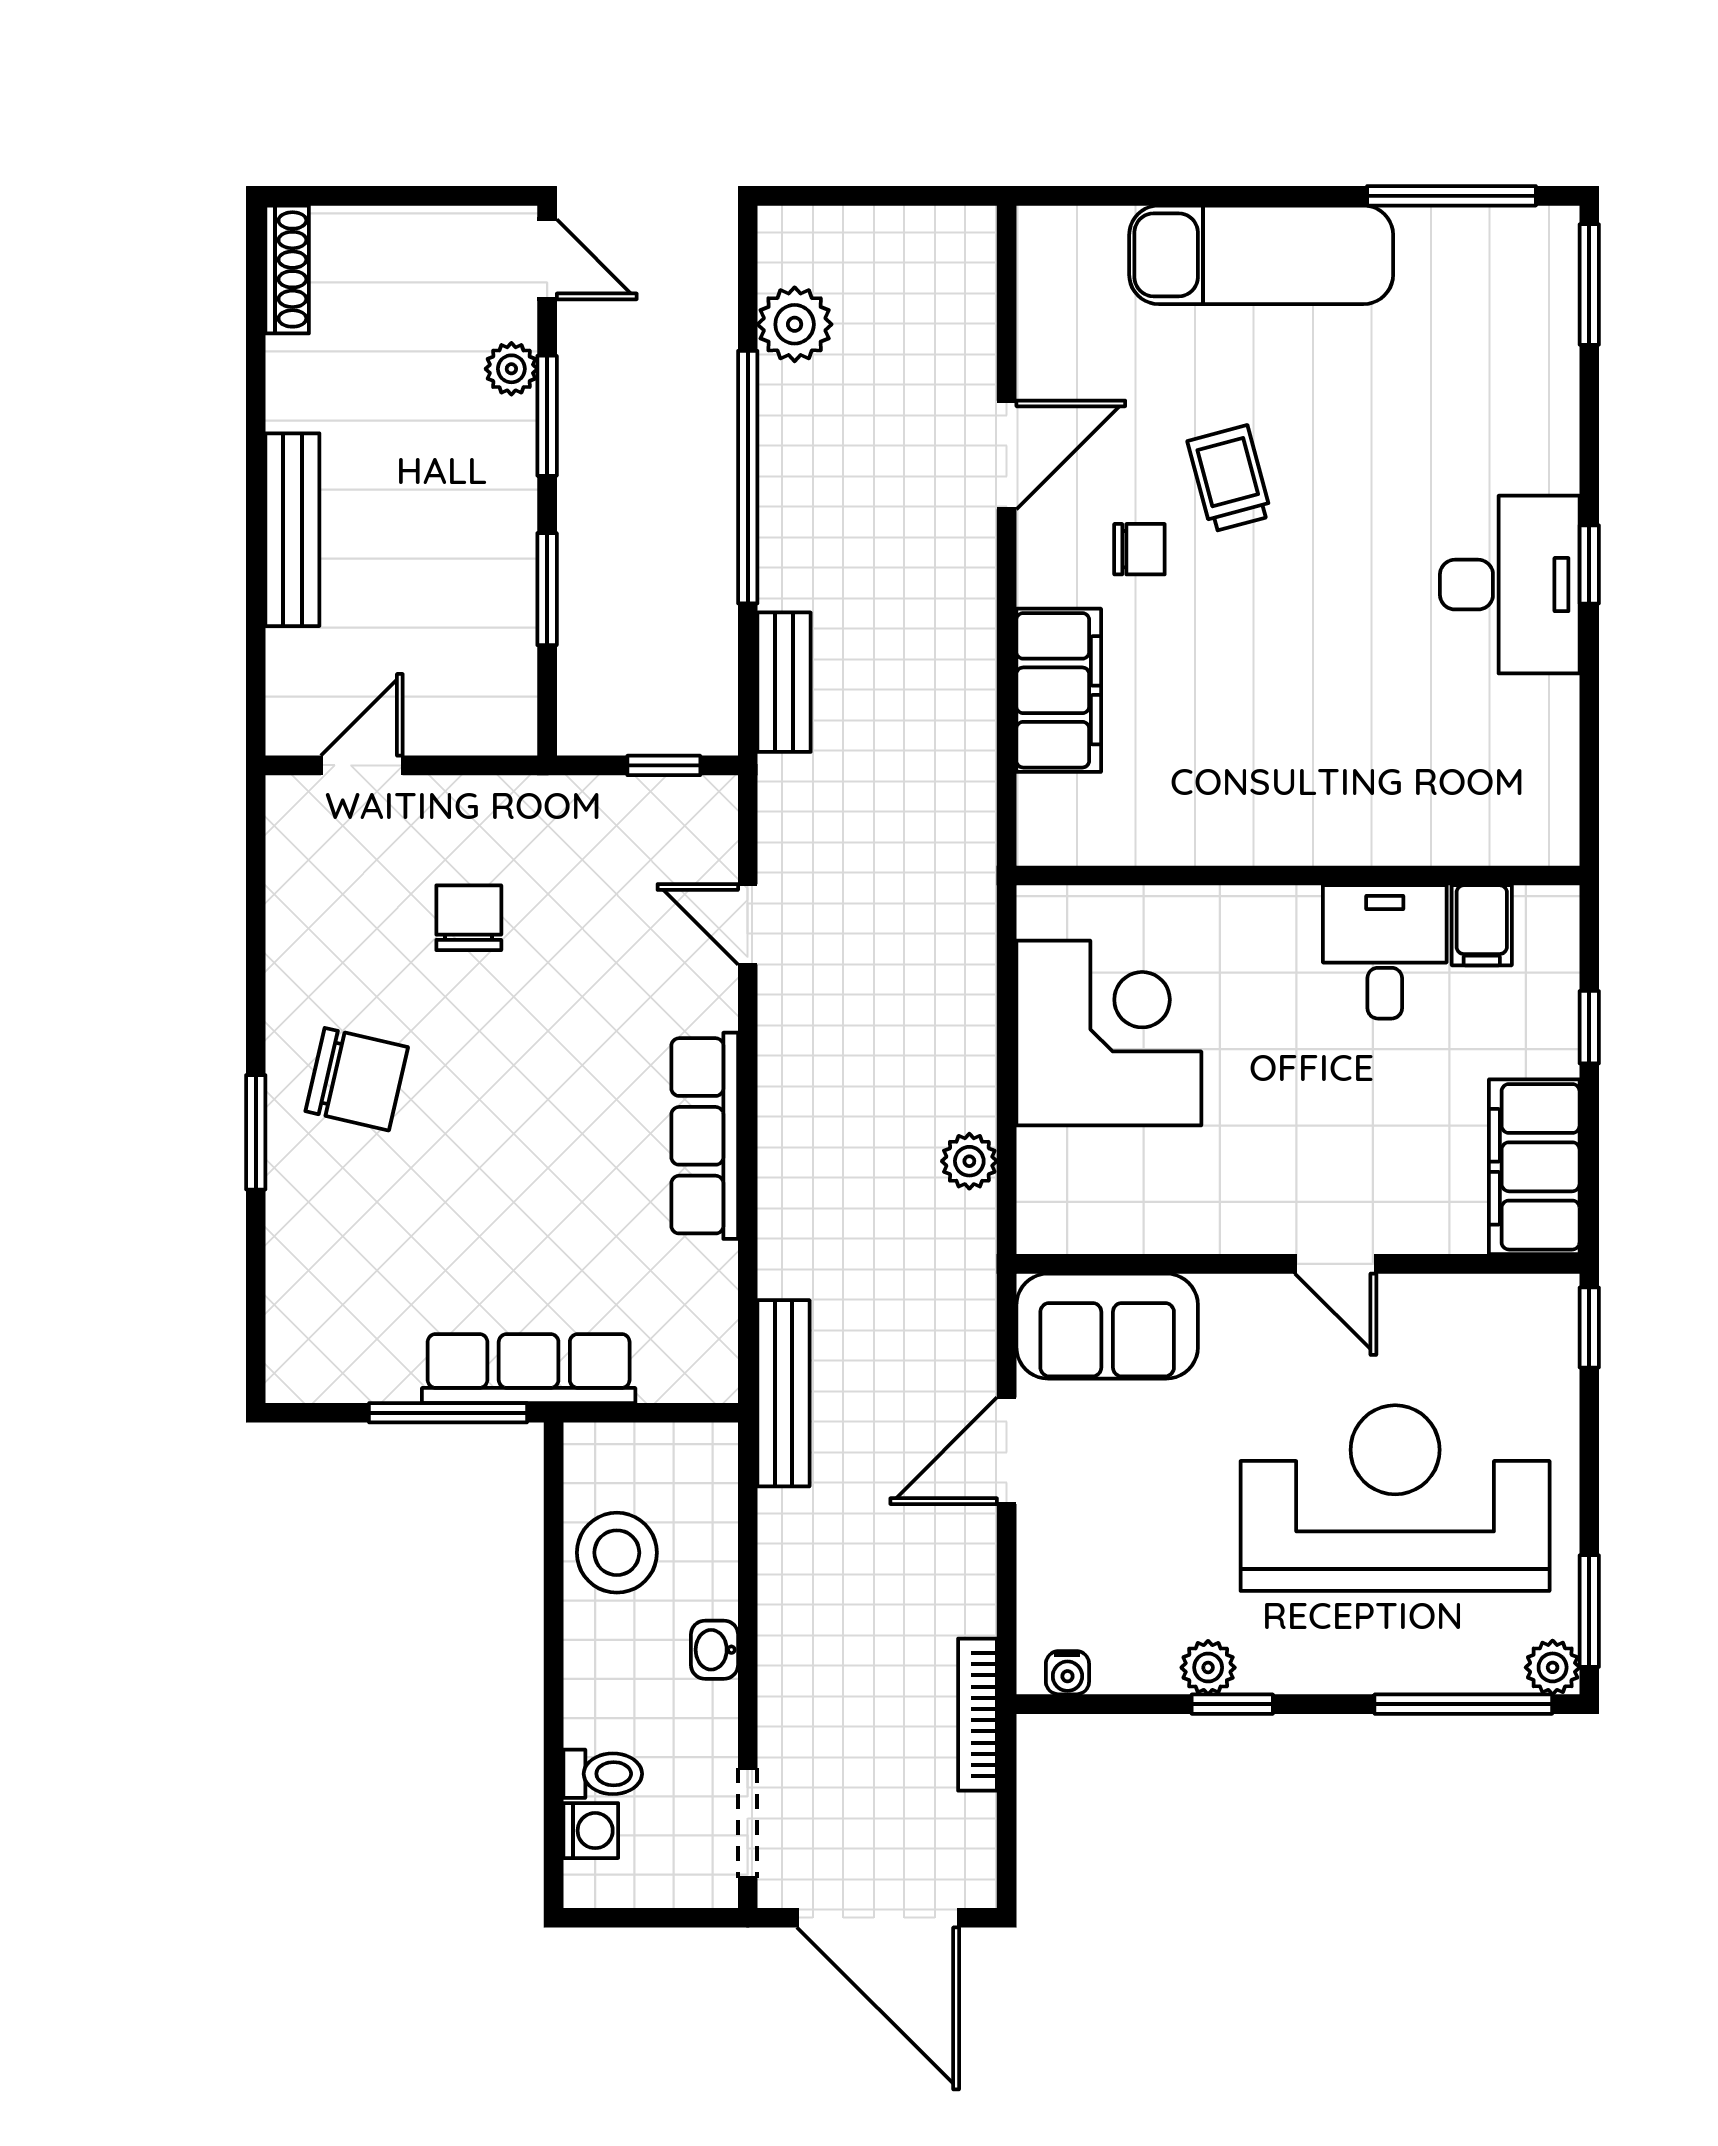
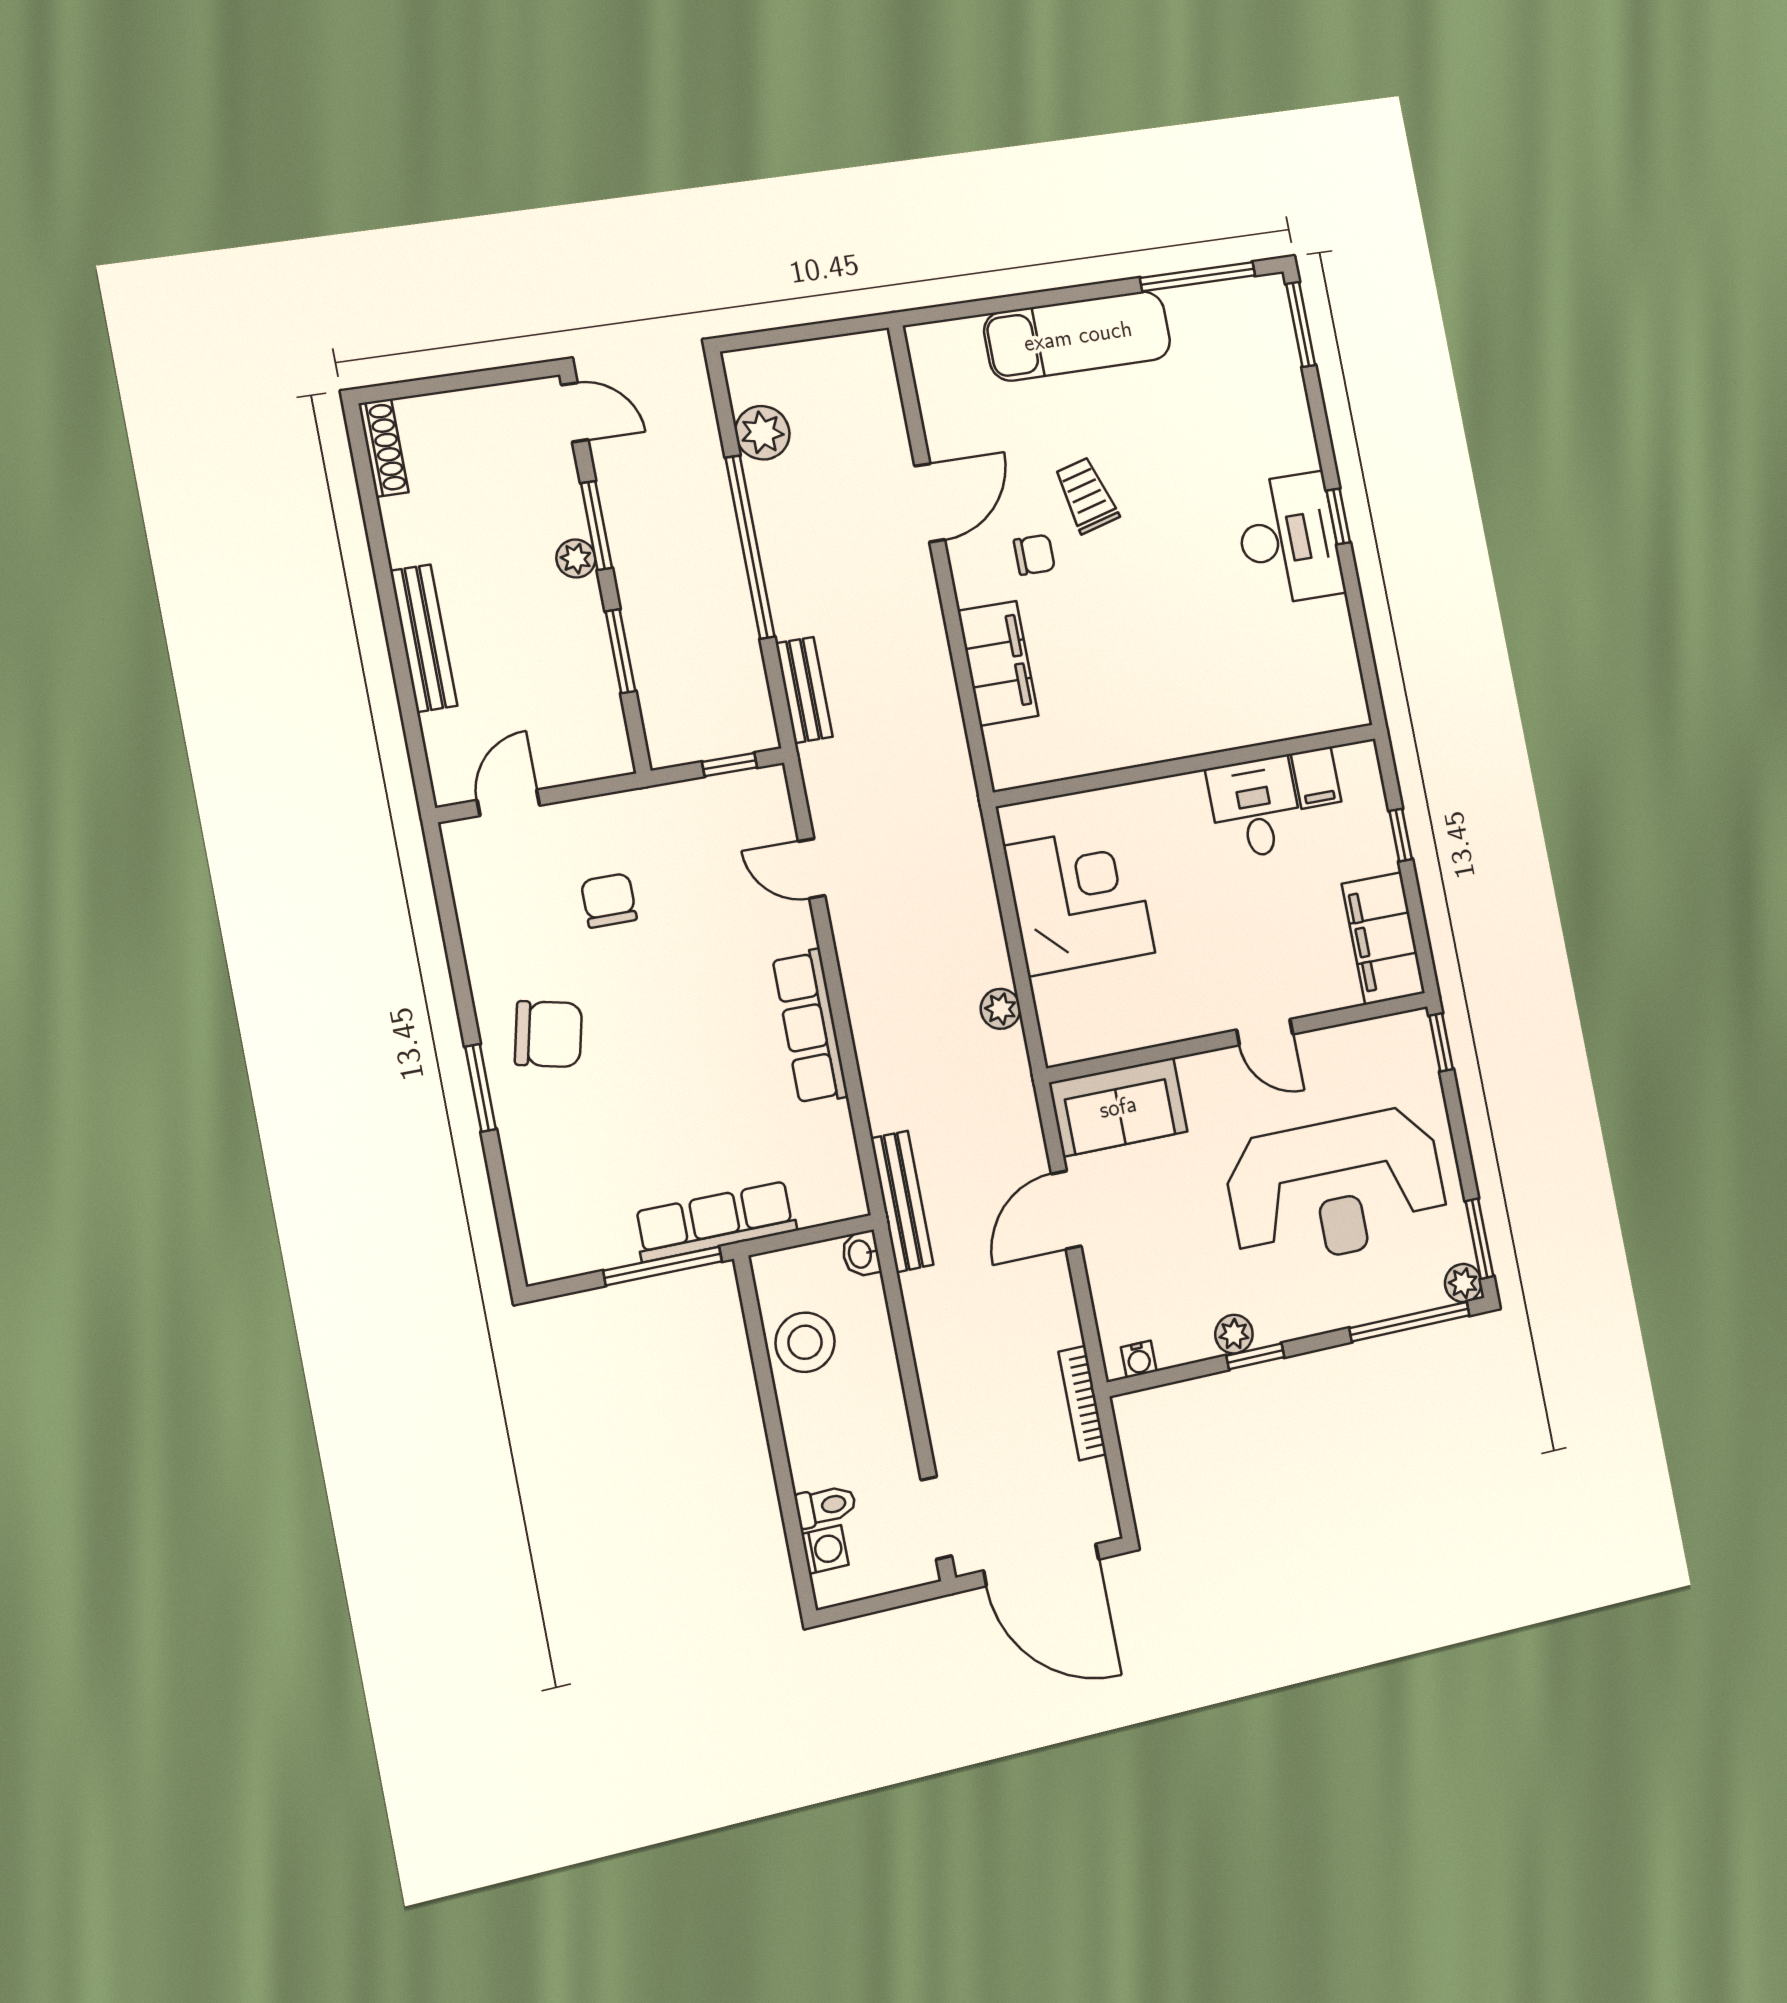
plant: (511, 369) -> (576, 559), moved
reception desk: (1395, 1498) -> (1336, 1188), turned 180
washbasin: (714, 1650) -> (861, 1254), moved

